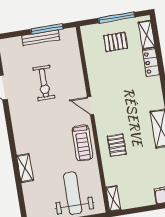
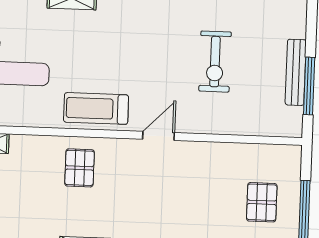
exercise bike: (44, 83) -> (215, 62), turned -90
pallet: (117, 145) -> (80, 168), turned 90

